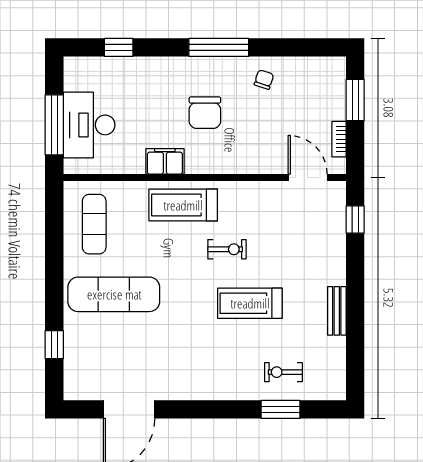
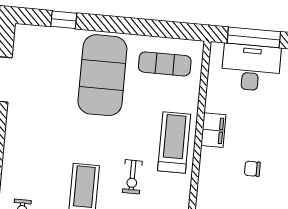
chair: (205, 113) -> (252, 169), width x0.54, depth x0.54
exercise mat: (114, 294) -> (102, 75), width x1.47

